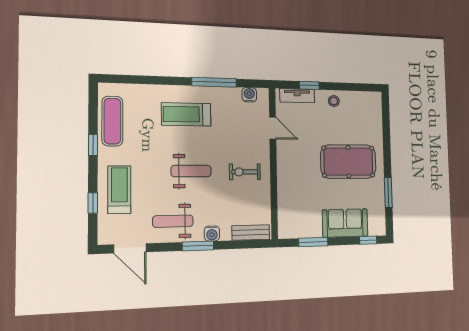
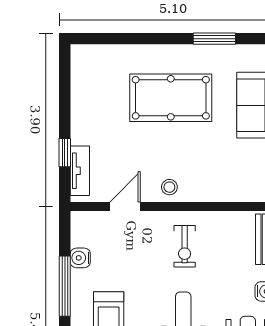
water cooler: (249, 95) -> (80, 258), moved
stool: (334, 101) -> (169, 187), moved
pool table: (348, 162) -> (171, 98), turned 90

